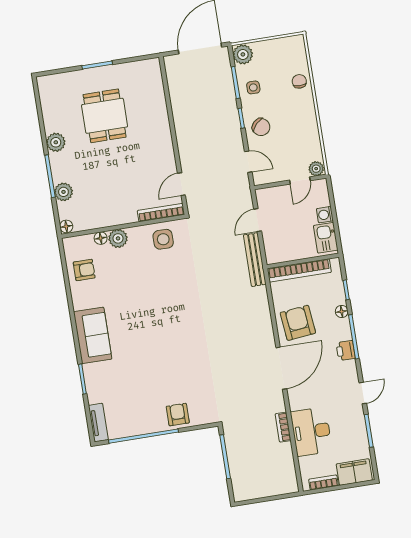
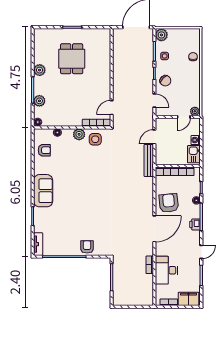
plant: (118, 238) -> (79, 134), moved

